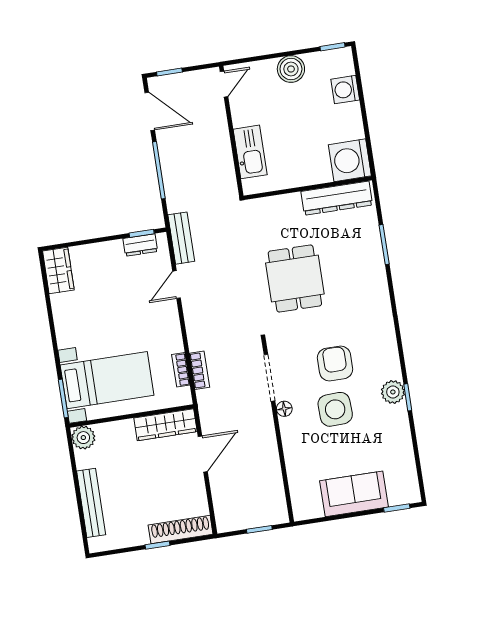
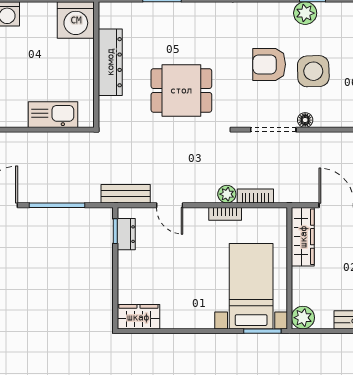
dresser: (337, 198) -> (110, 62), moved
plant: (197, 341) -> (227, 194), added
bookcase: (181, 370) -> (225, 214), moved

